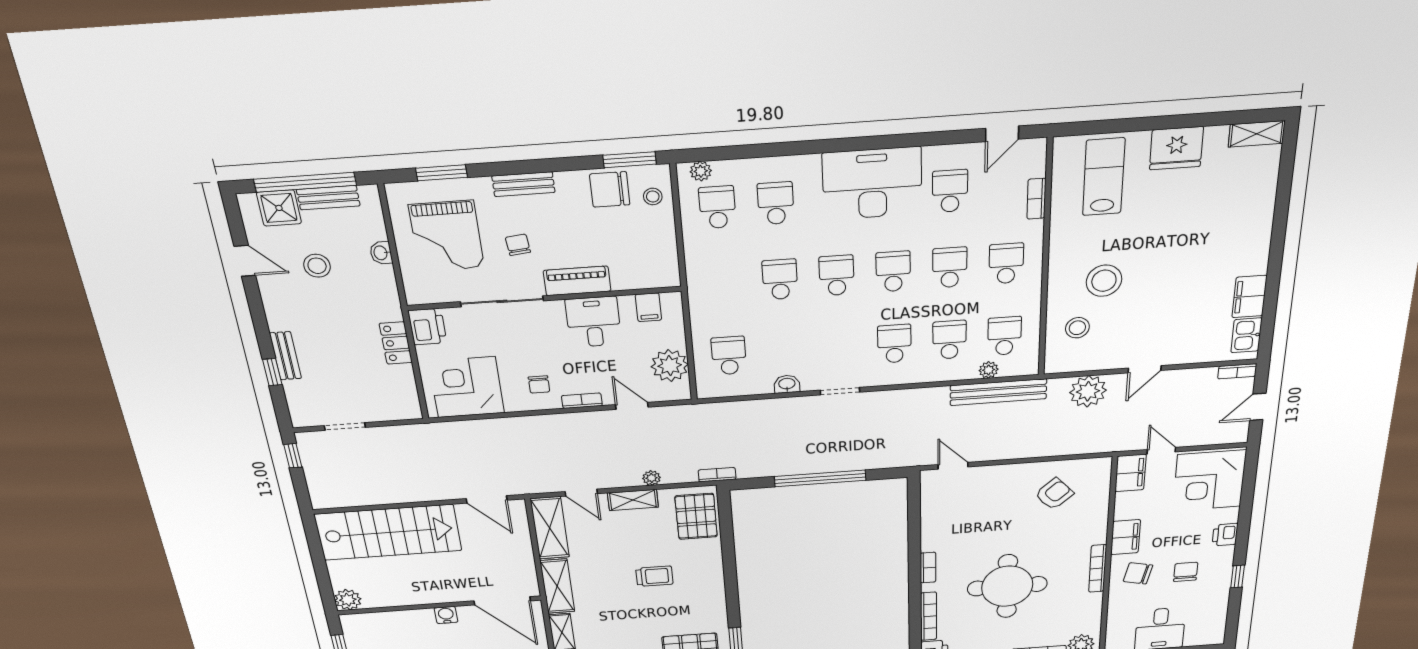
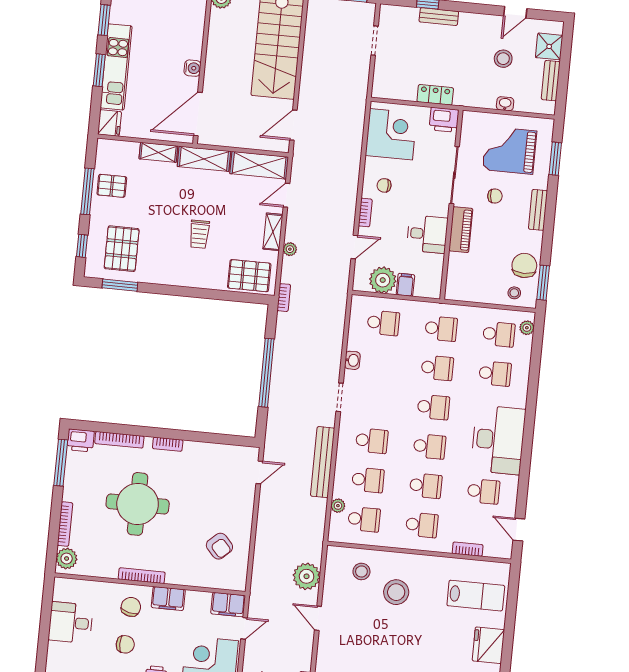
window: (305, 182) -> (564, 69), removed
school desk: (723, 283) -> (441, 329), added
filing cabinet: (648, 307) -> (405, 285), moved, turned 90
bench: (998, 392) -> (323, 462), moved

